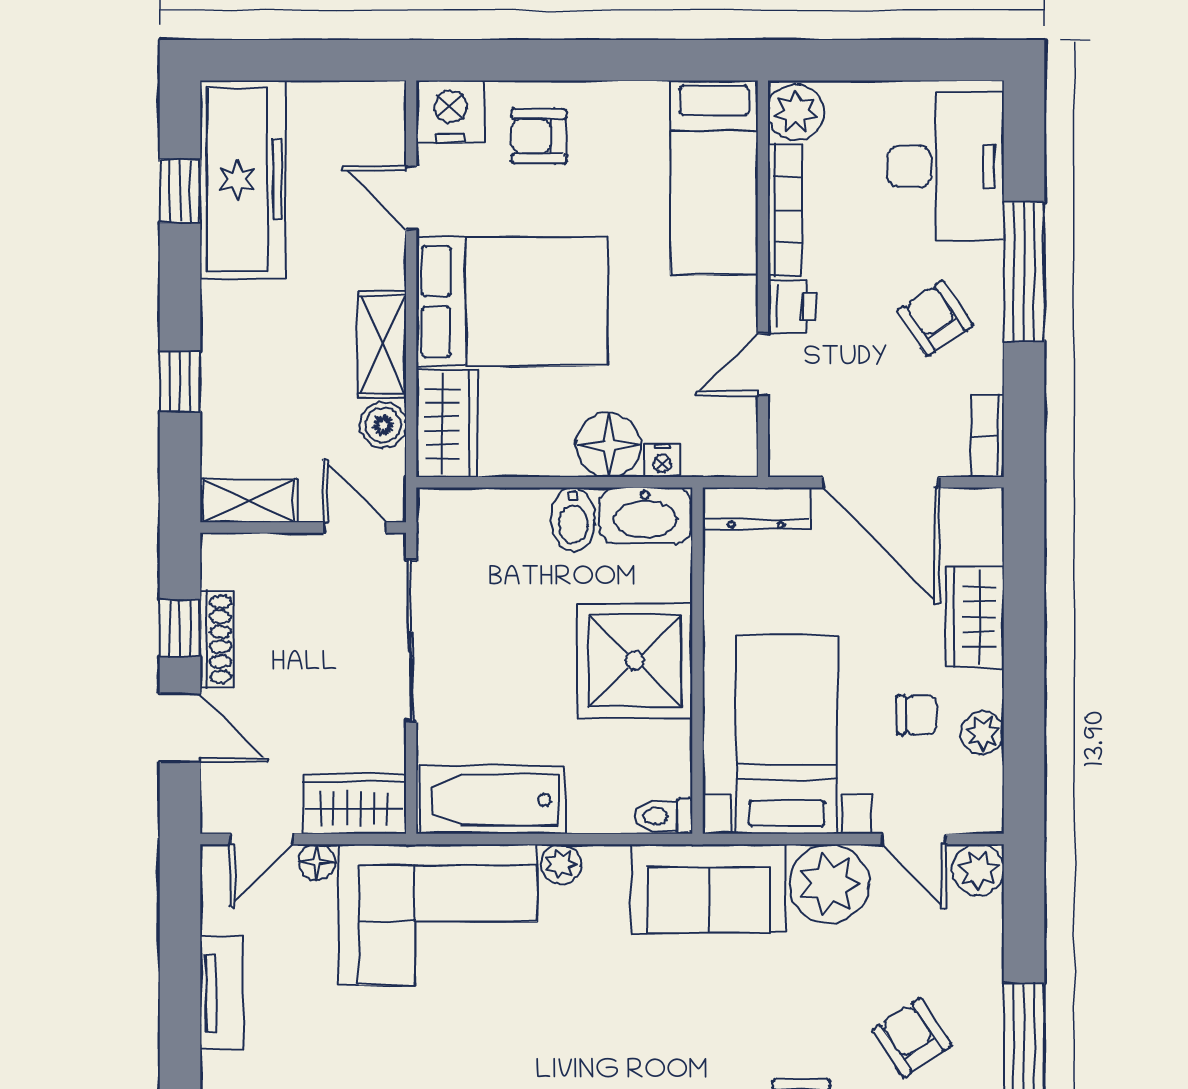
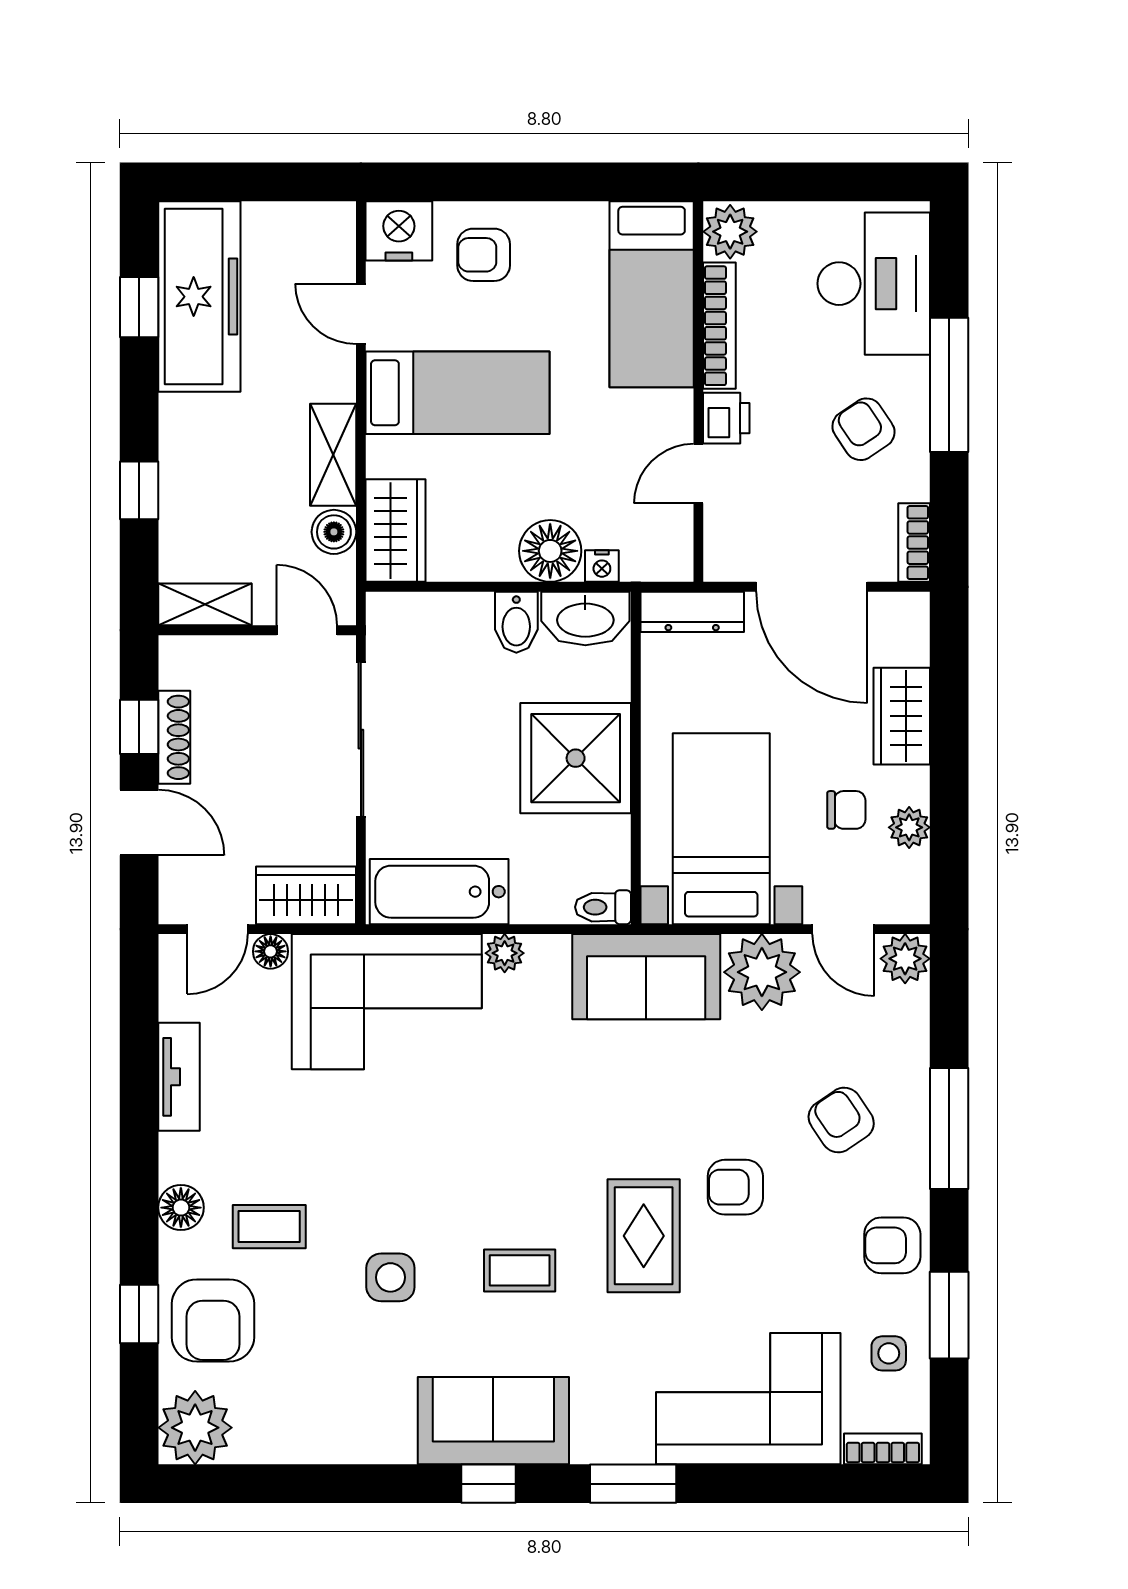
bed: (512, 302) -> (458, 393), width x0.67

